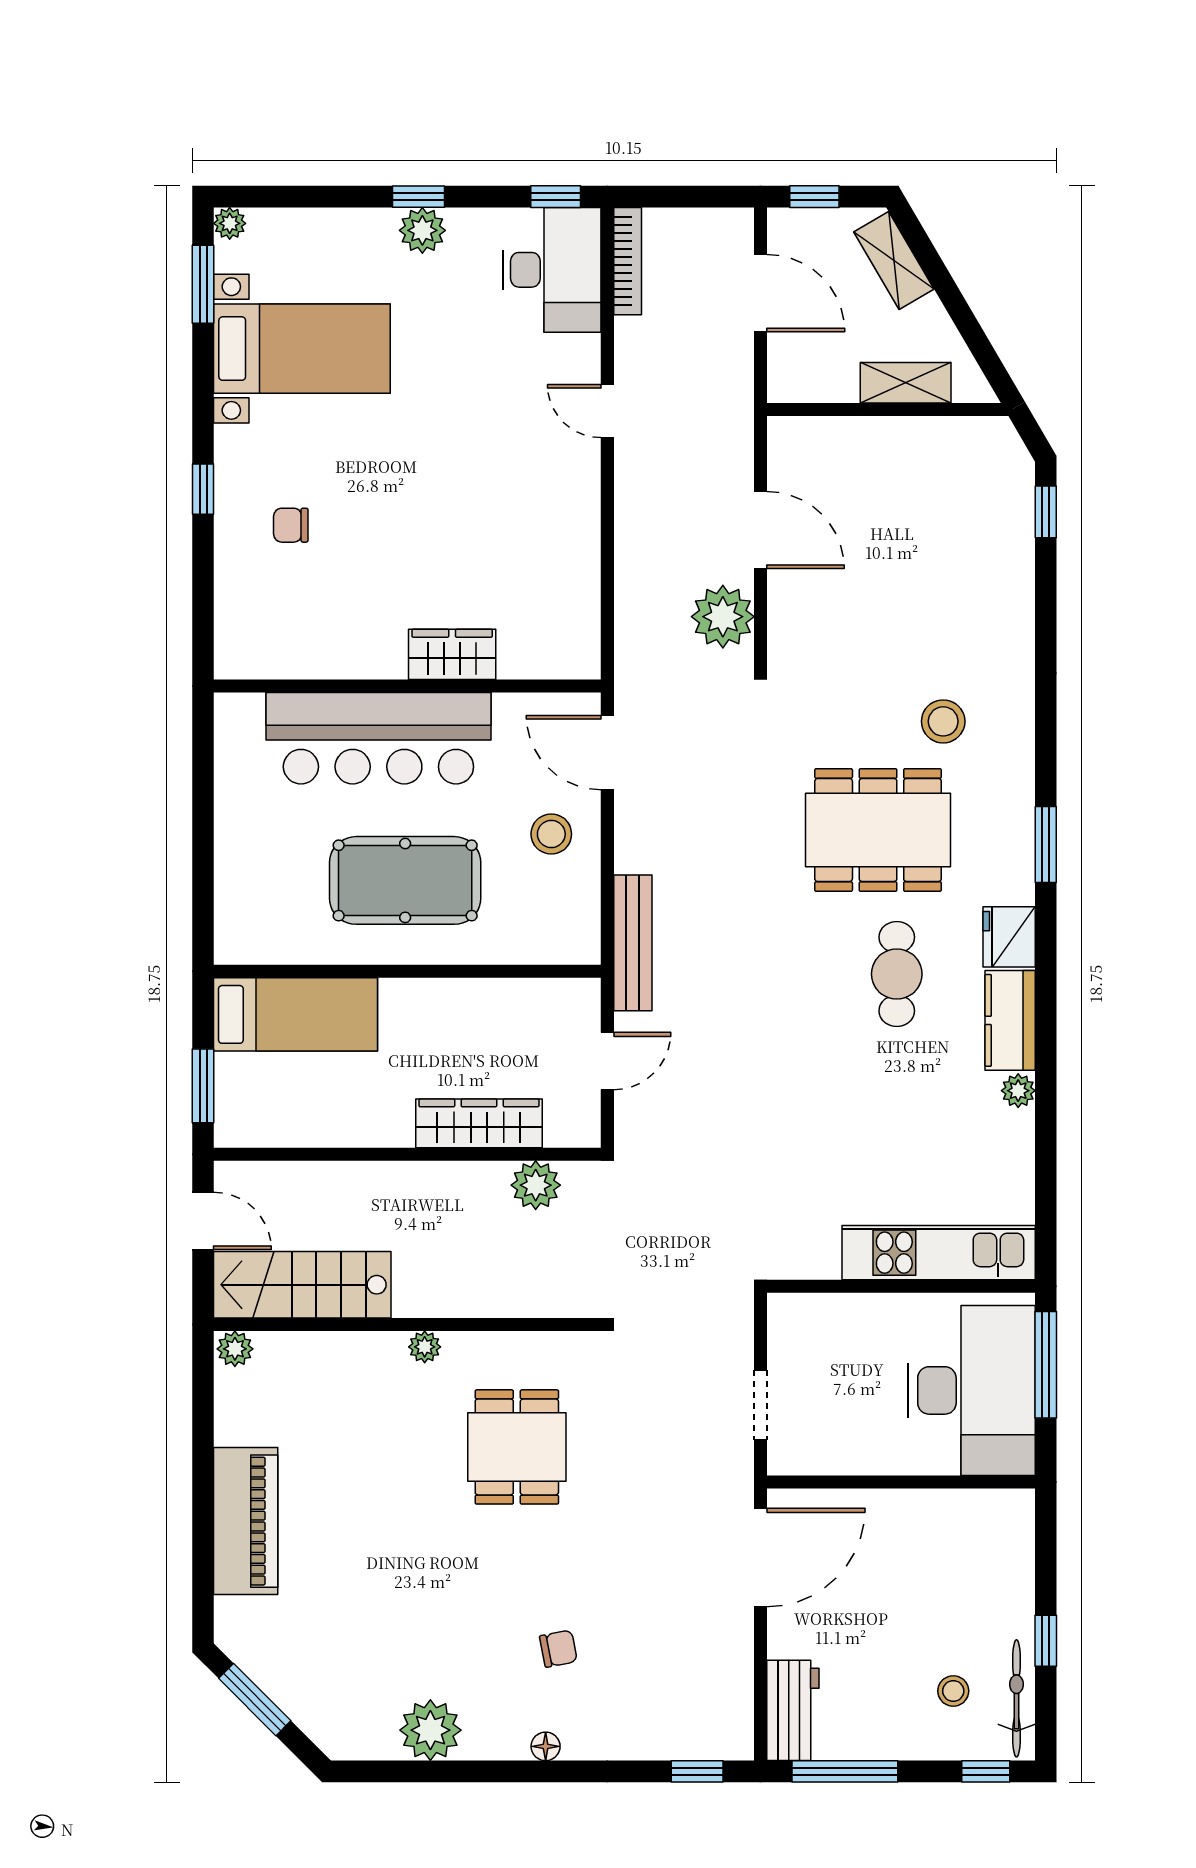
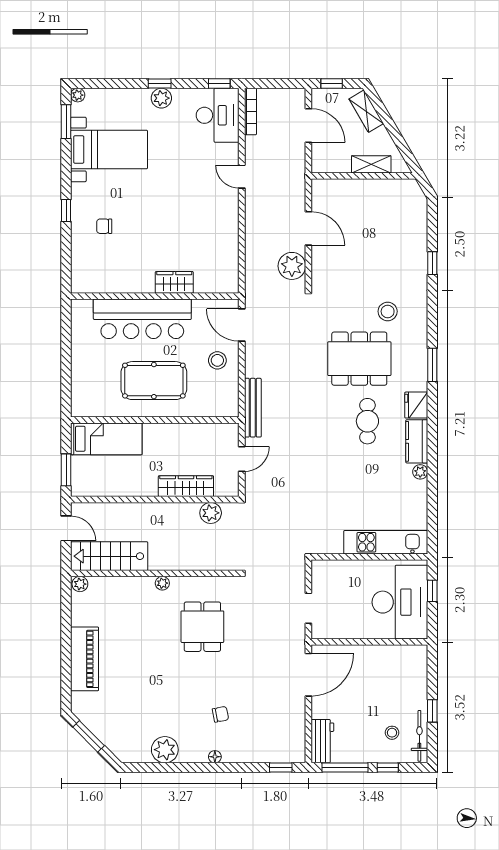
window: (1046, 512) -> (432, 263), moved
window: (1046, 1365) -> (432, 591), width x0.46
window: (986, 1771) -> (388, 768), moved

